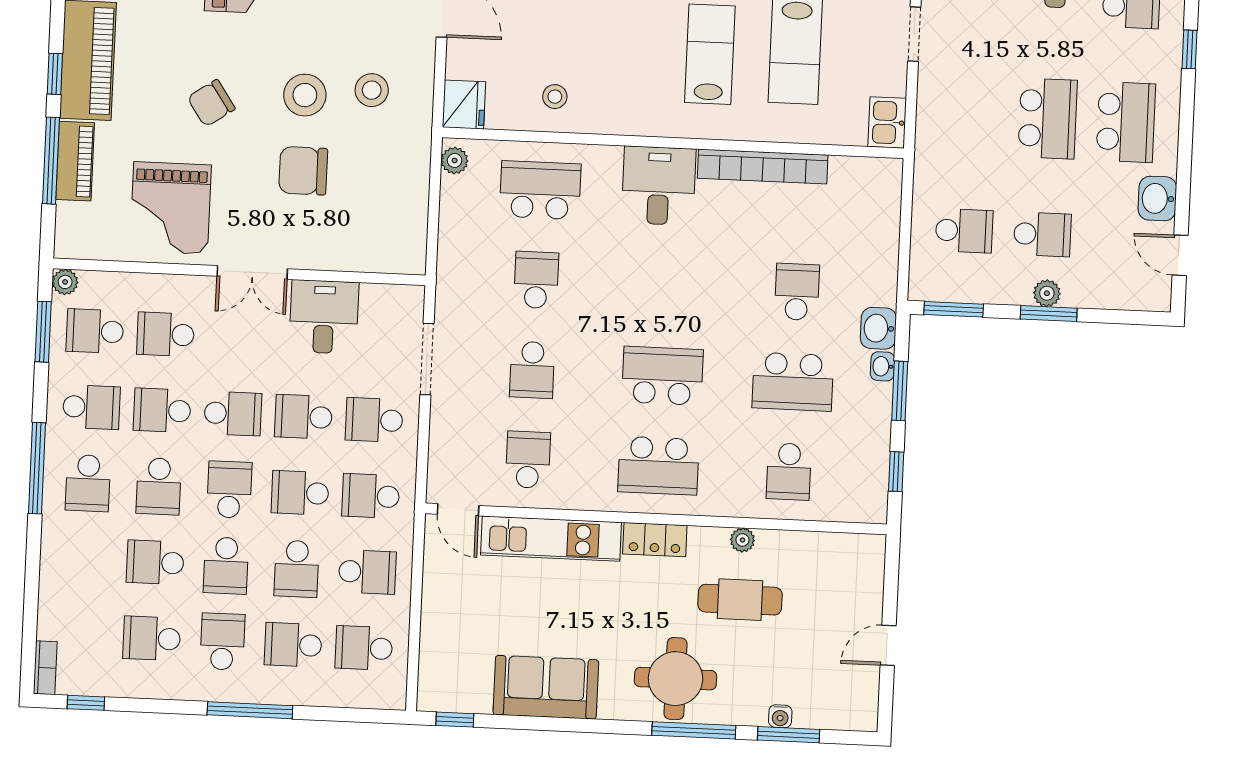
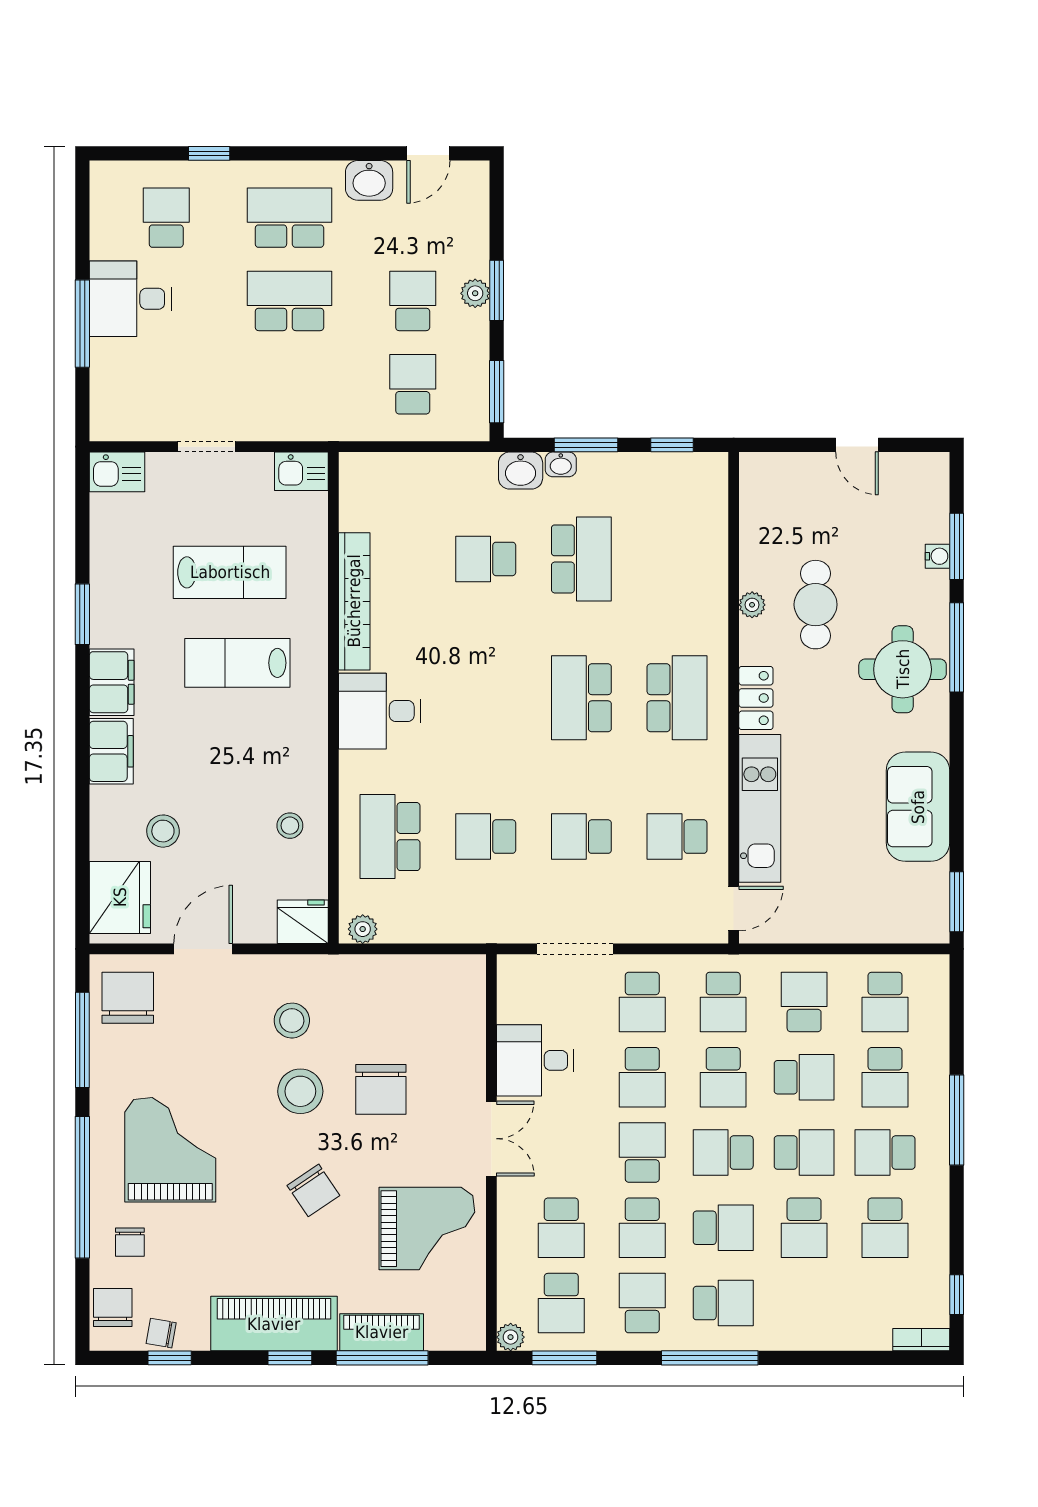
school desk: (532, 370) -> (581, 837), turned 180
school desk: (789, 472) -> (677, 559), removed
window: (455, 720) -> (957, 902), width x1.50

